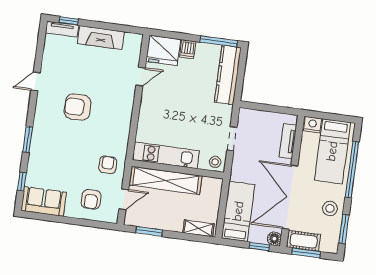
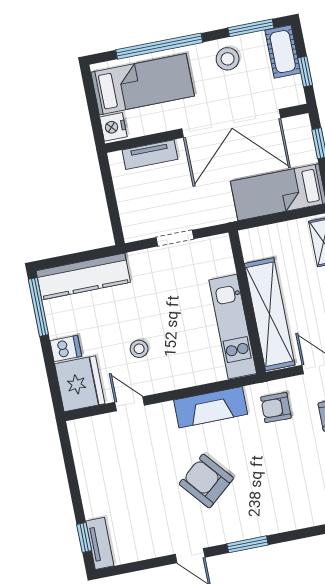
fireplace: (101, 38) -> (211, 407), moved, turned 90
armchair: (78, 107) -> (206, 481), turned 140
window: (28, 139) -> (248, 544), moved
stool: (215, 162) -> (139, 349), moved
floor lamp: (274, 239) -> (300, 125), removed
cot: (304, 241) -> (283, 52), moved
window: (306, 253) -> (305, 72), width x0.67

